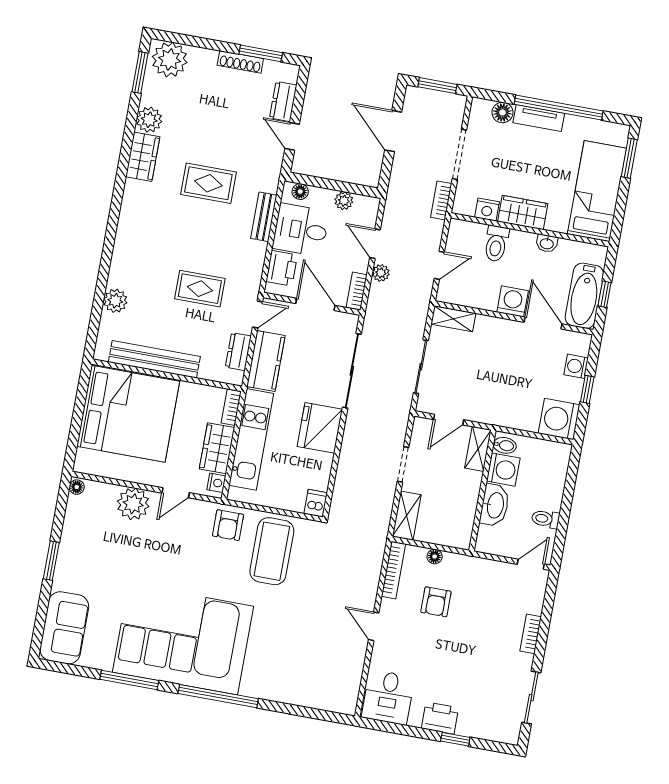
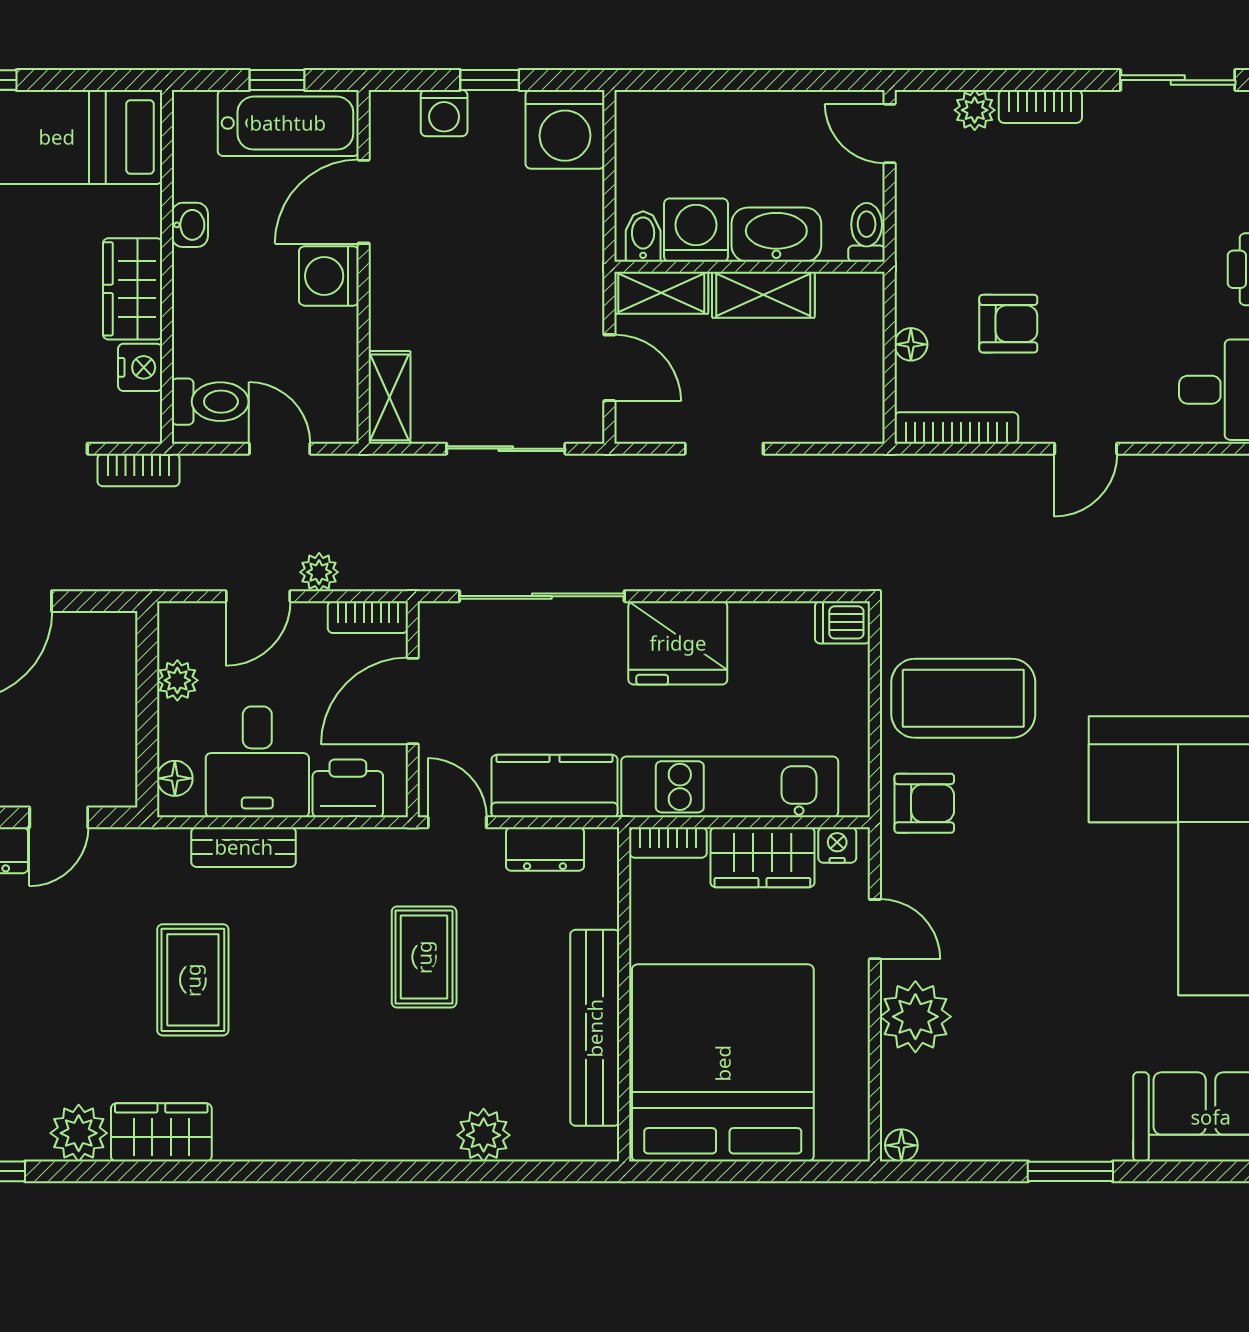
toilet: (496, 244) -> (210, 402), moved
shelving: (407, 516) -> (763, 295), moved
toilet: (546, 519) -> (867, 232), moved, turned 180
plant: (534, 604) -> (975, 110), added

